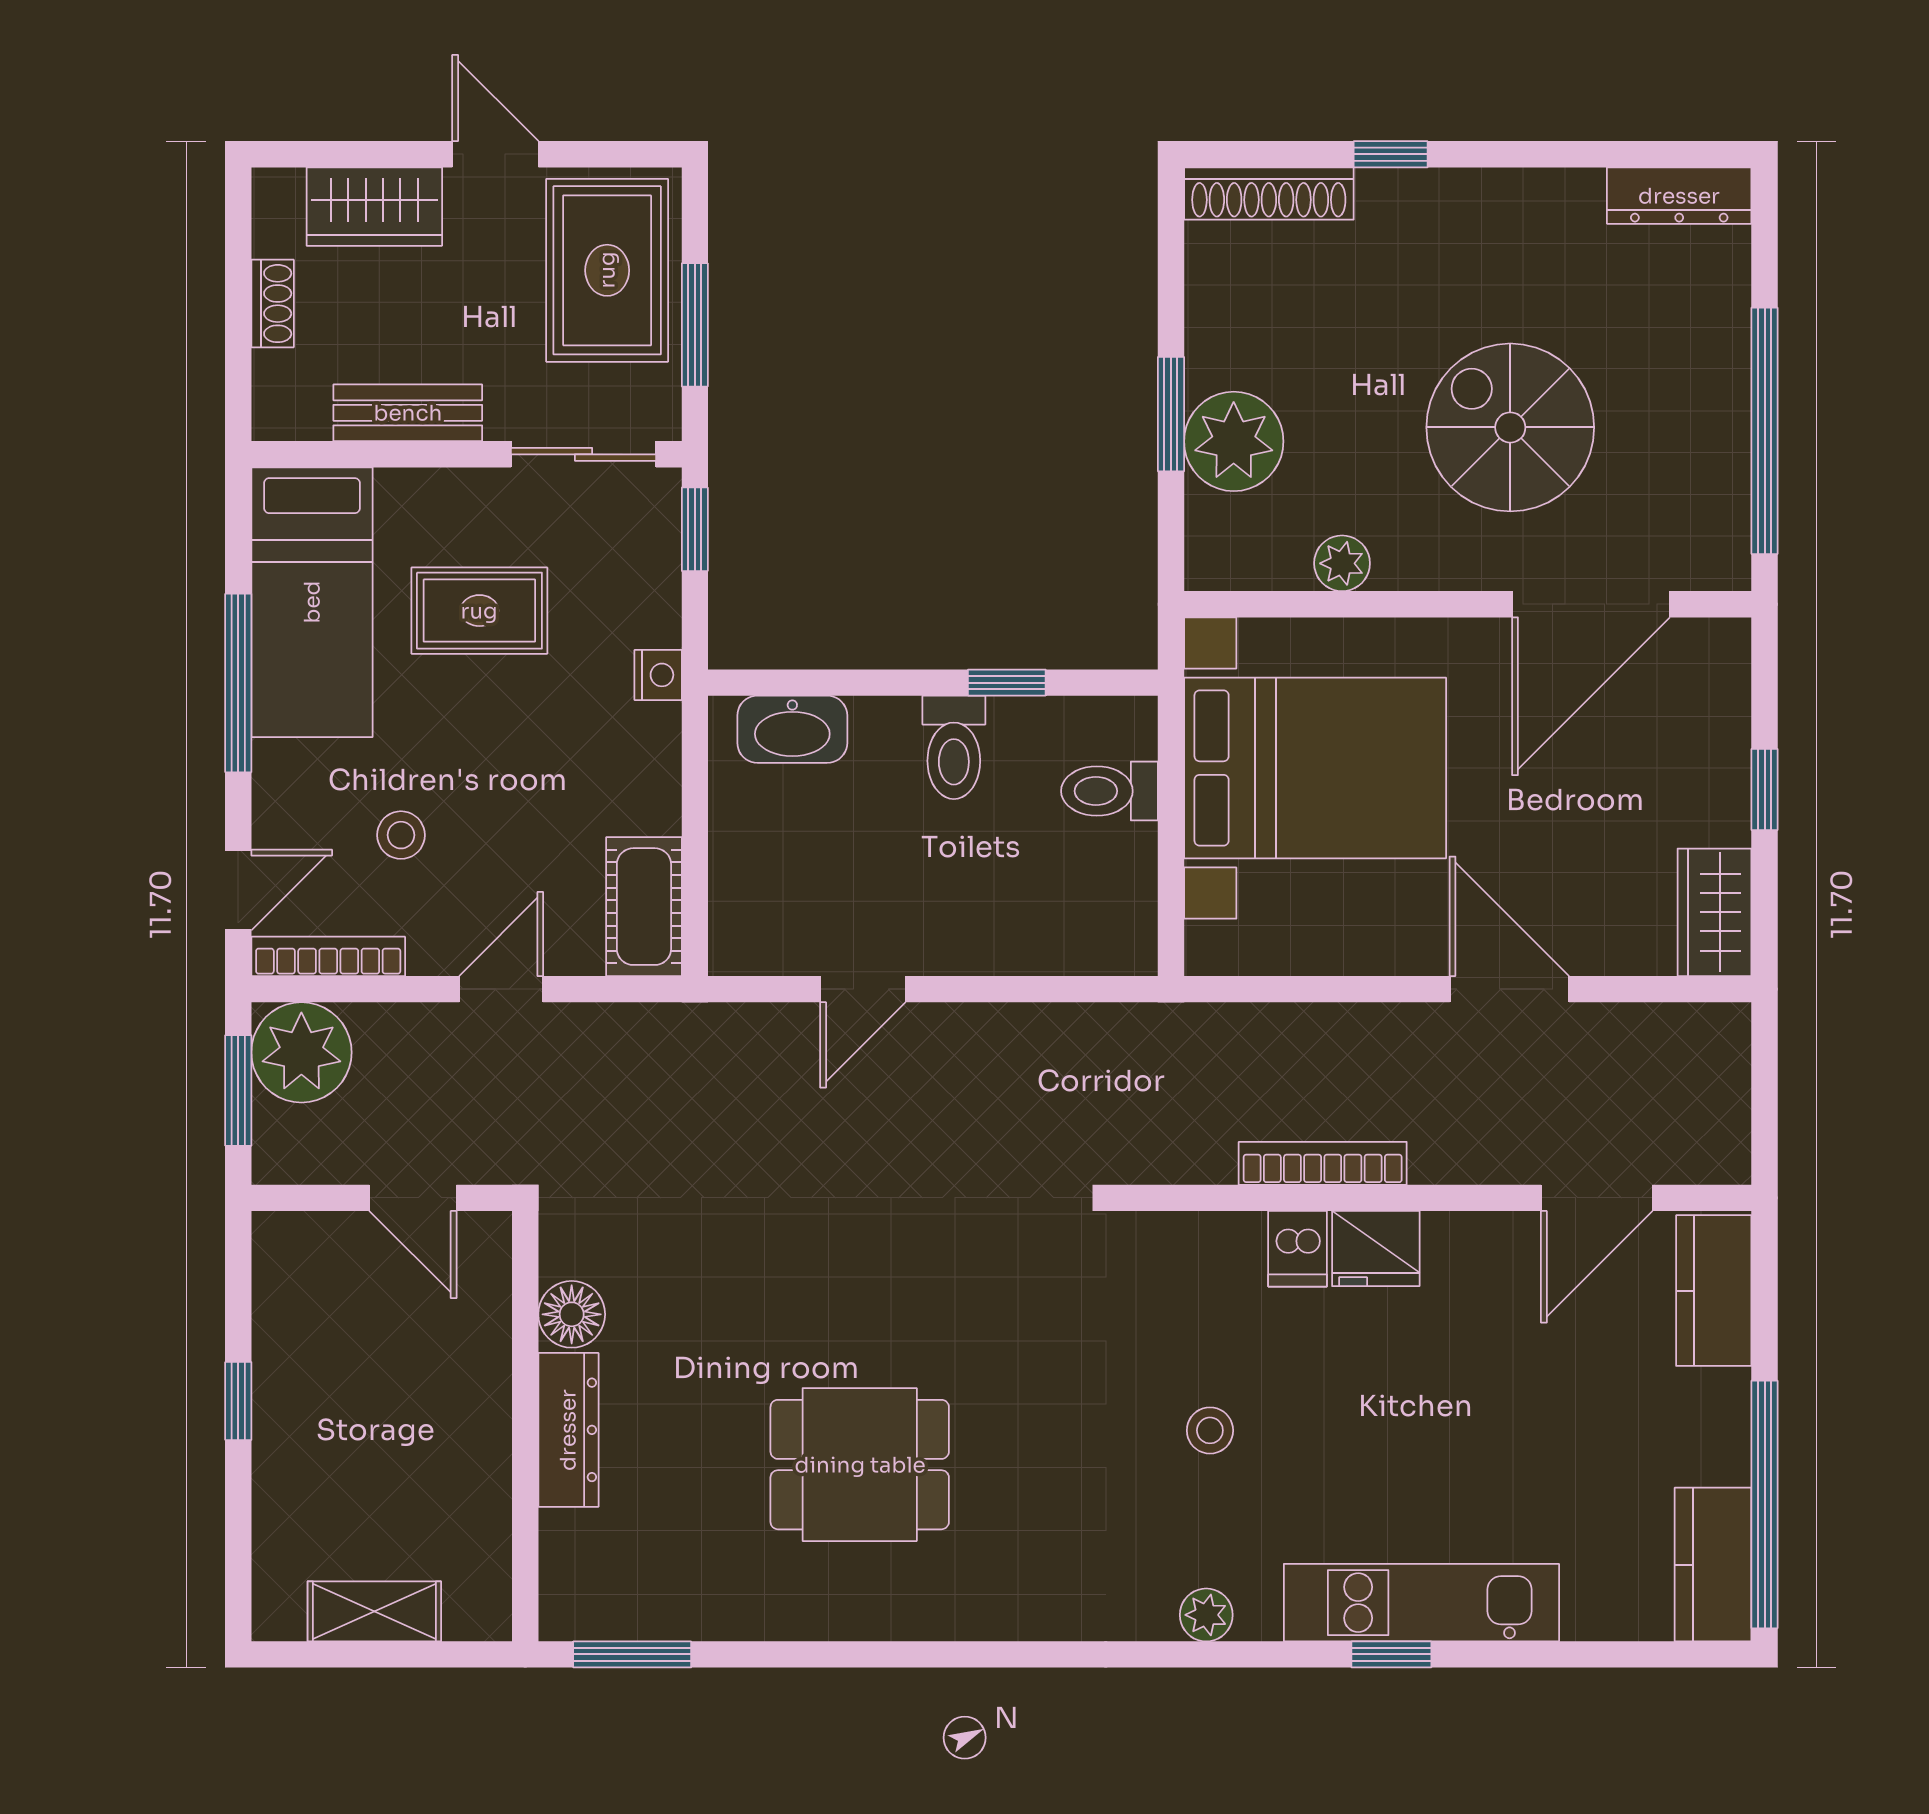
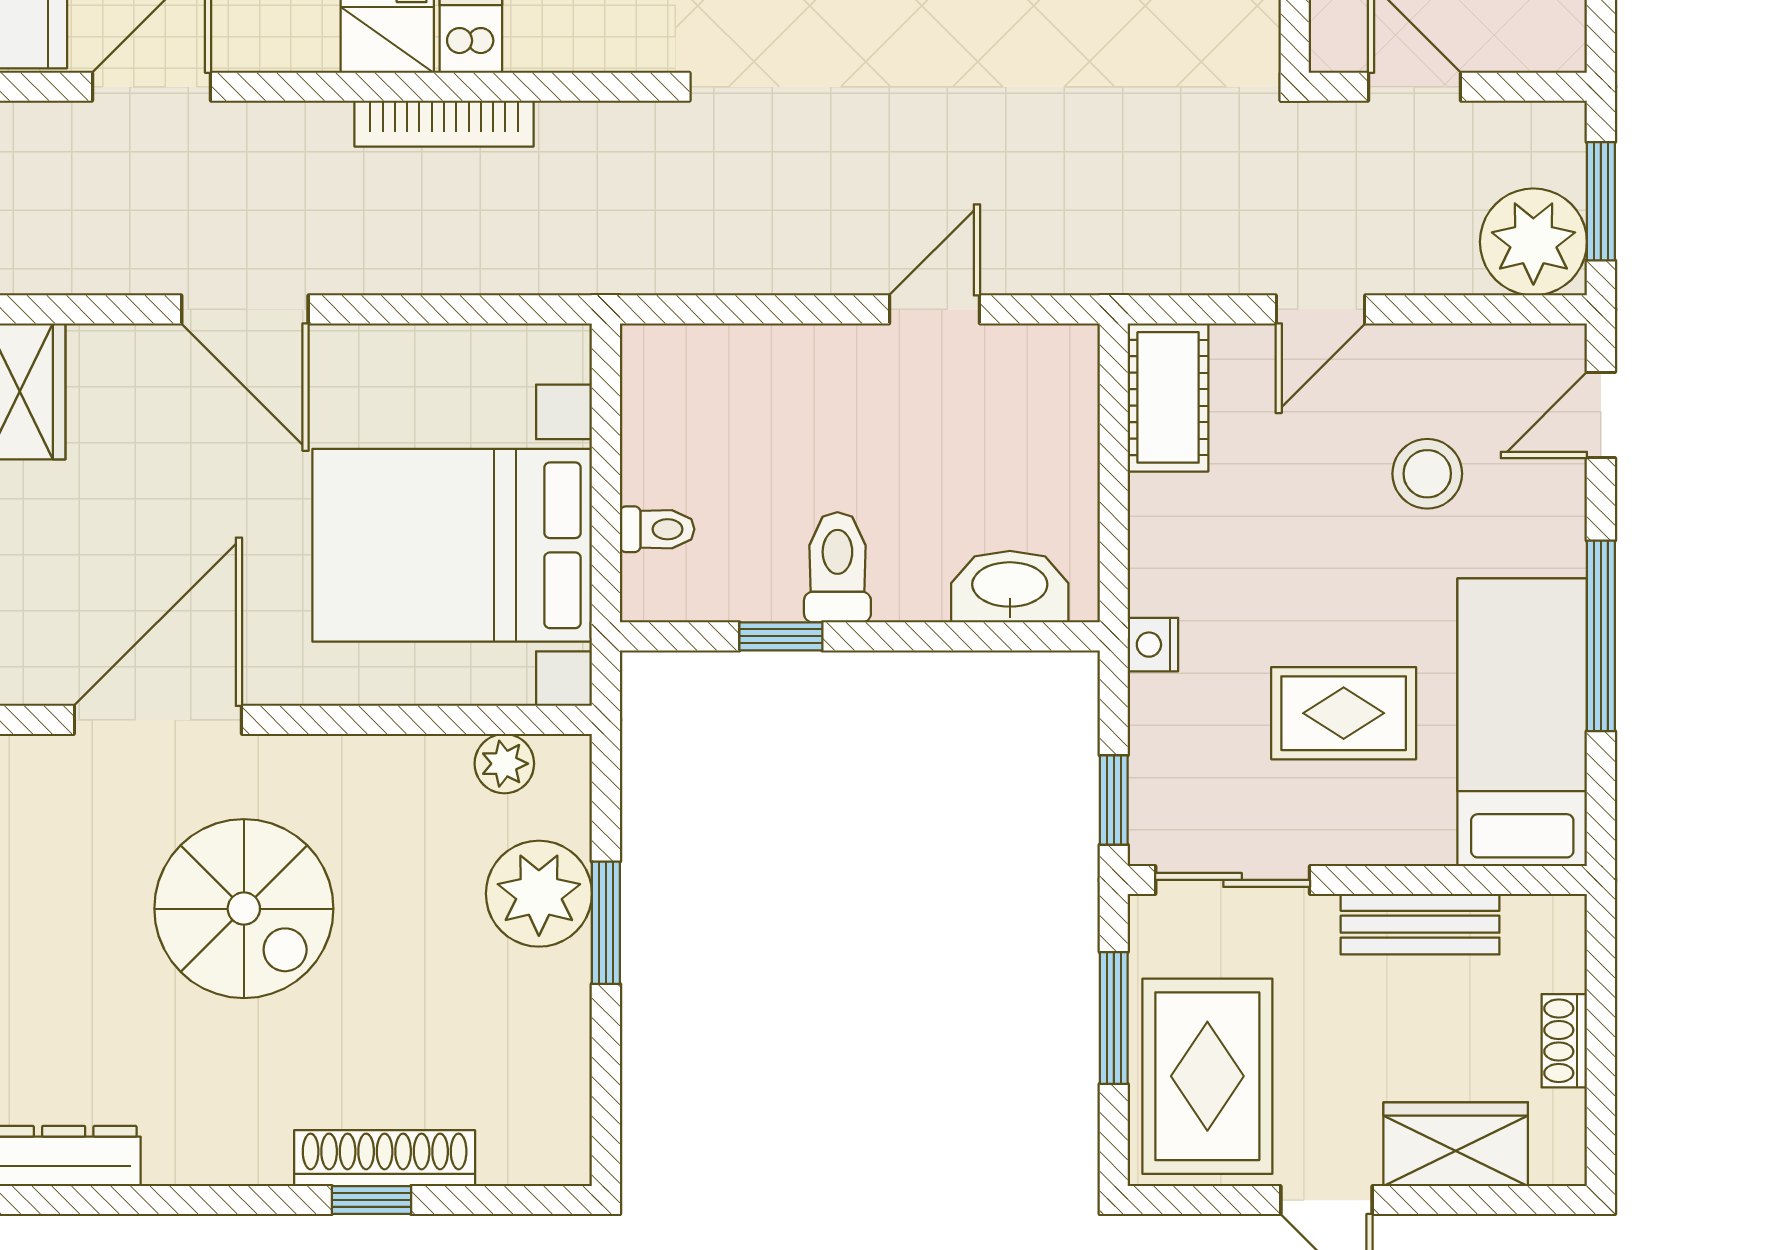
shoe rack: (1269, 193) -> (385, 1158), moved
plant: (1342, 563) -> (504, 764), moved
toilet: (1109, 791) -> (657, 529), width x0.73, depth x0.72
stool: (401, 835) -> (1427, 474), width x1.37, depth x1.37
bookcase: (328, 956) -> (1505, 344), removed

